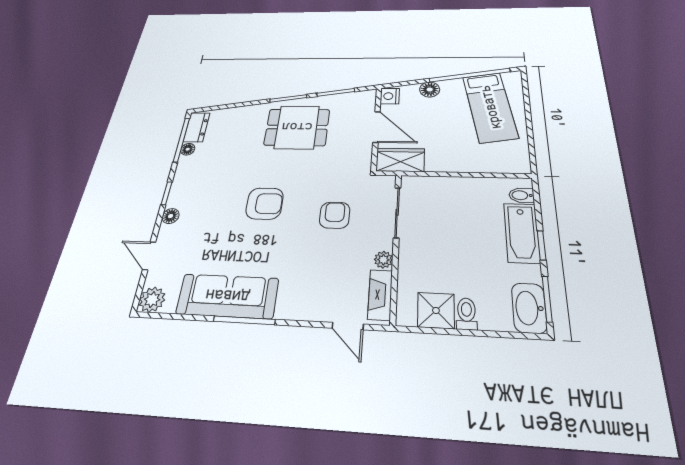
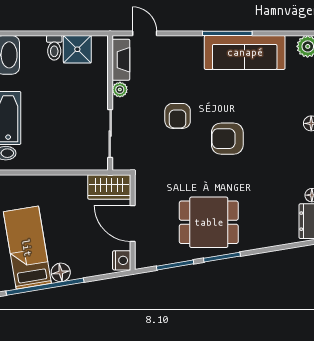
floor lamp: (430, 89) -> (61, 272), moved
armchair: (335, 215) -> (178, 116), moved

